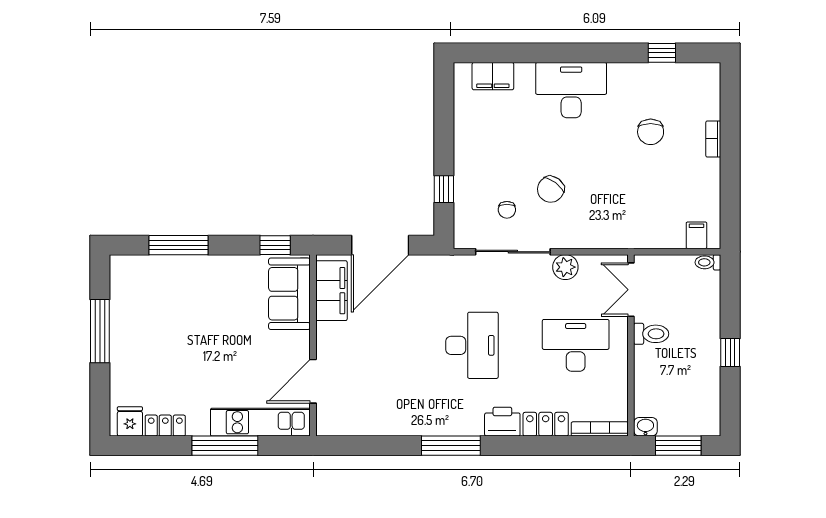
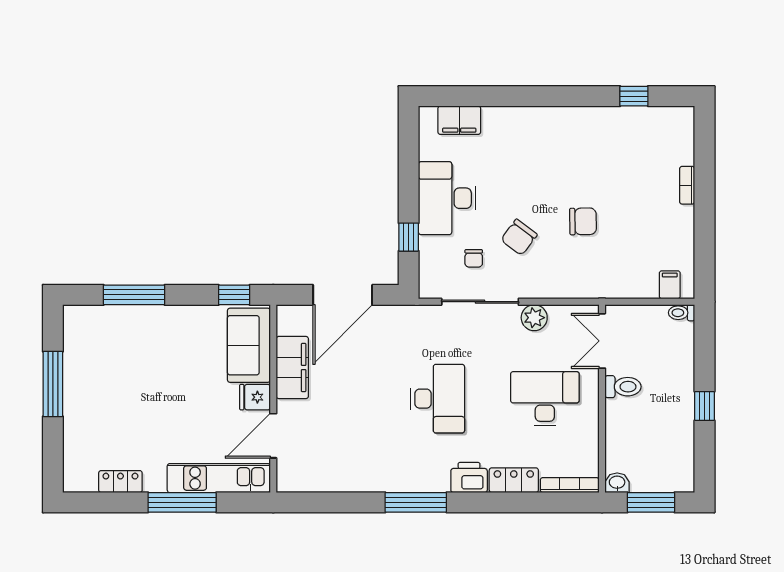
desk: (571, 90) -> (447, 198), moved, turned -90
chair: (651, 132) -> (583, 221), moved, turned -91
filing cabinet: (331, 291) -> (292, 368), moved
fridge: (130, 421) -> (255, 397), moved, turned -90

